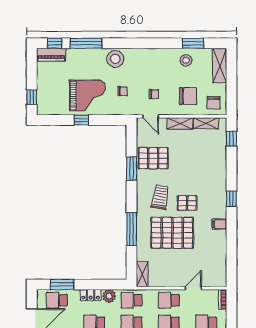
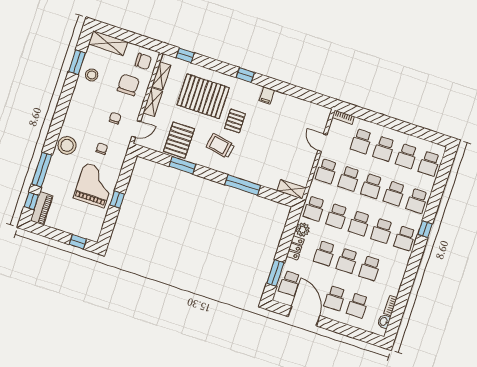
pallet: (172, 233) -> (203, 96), moved, turned 90

